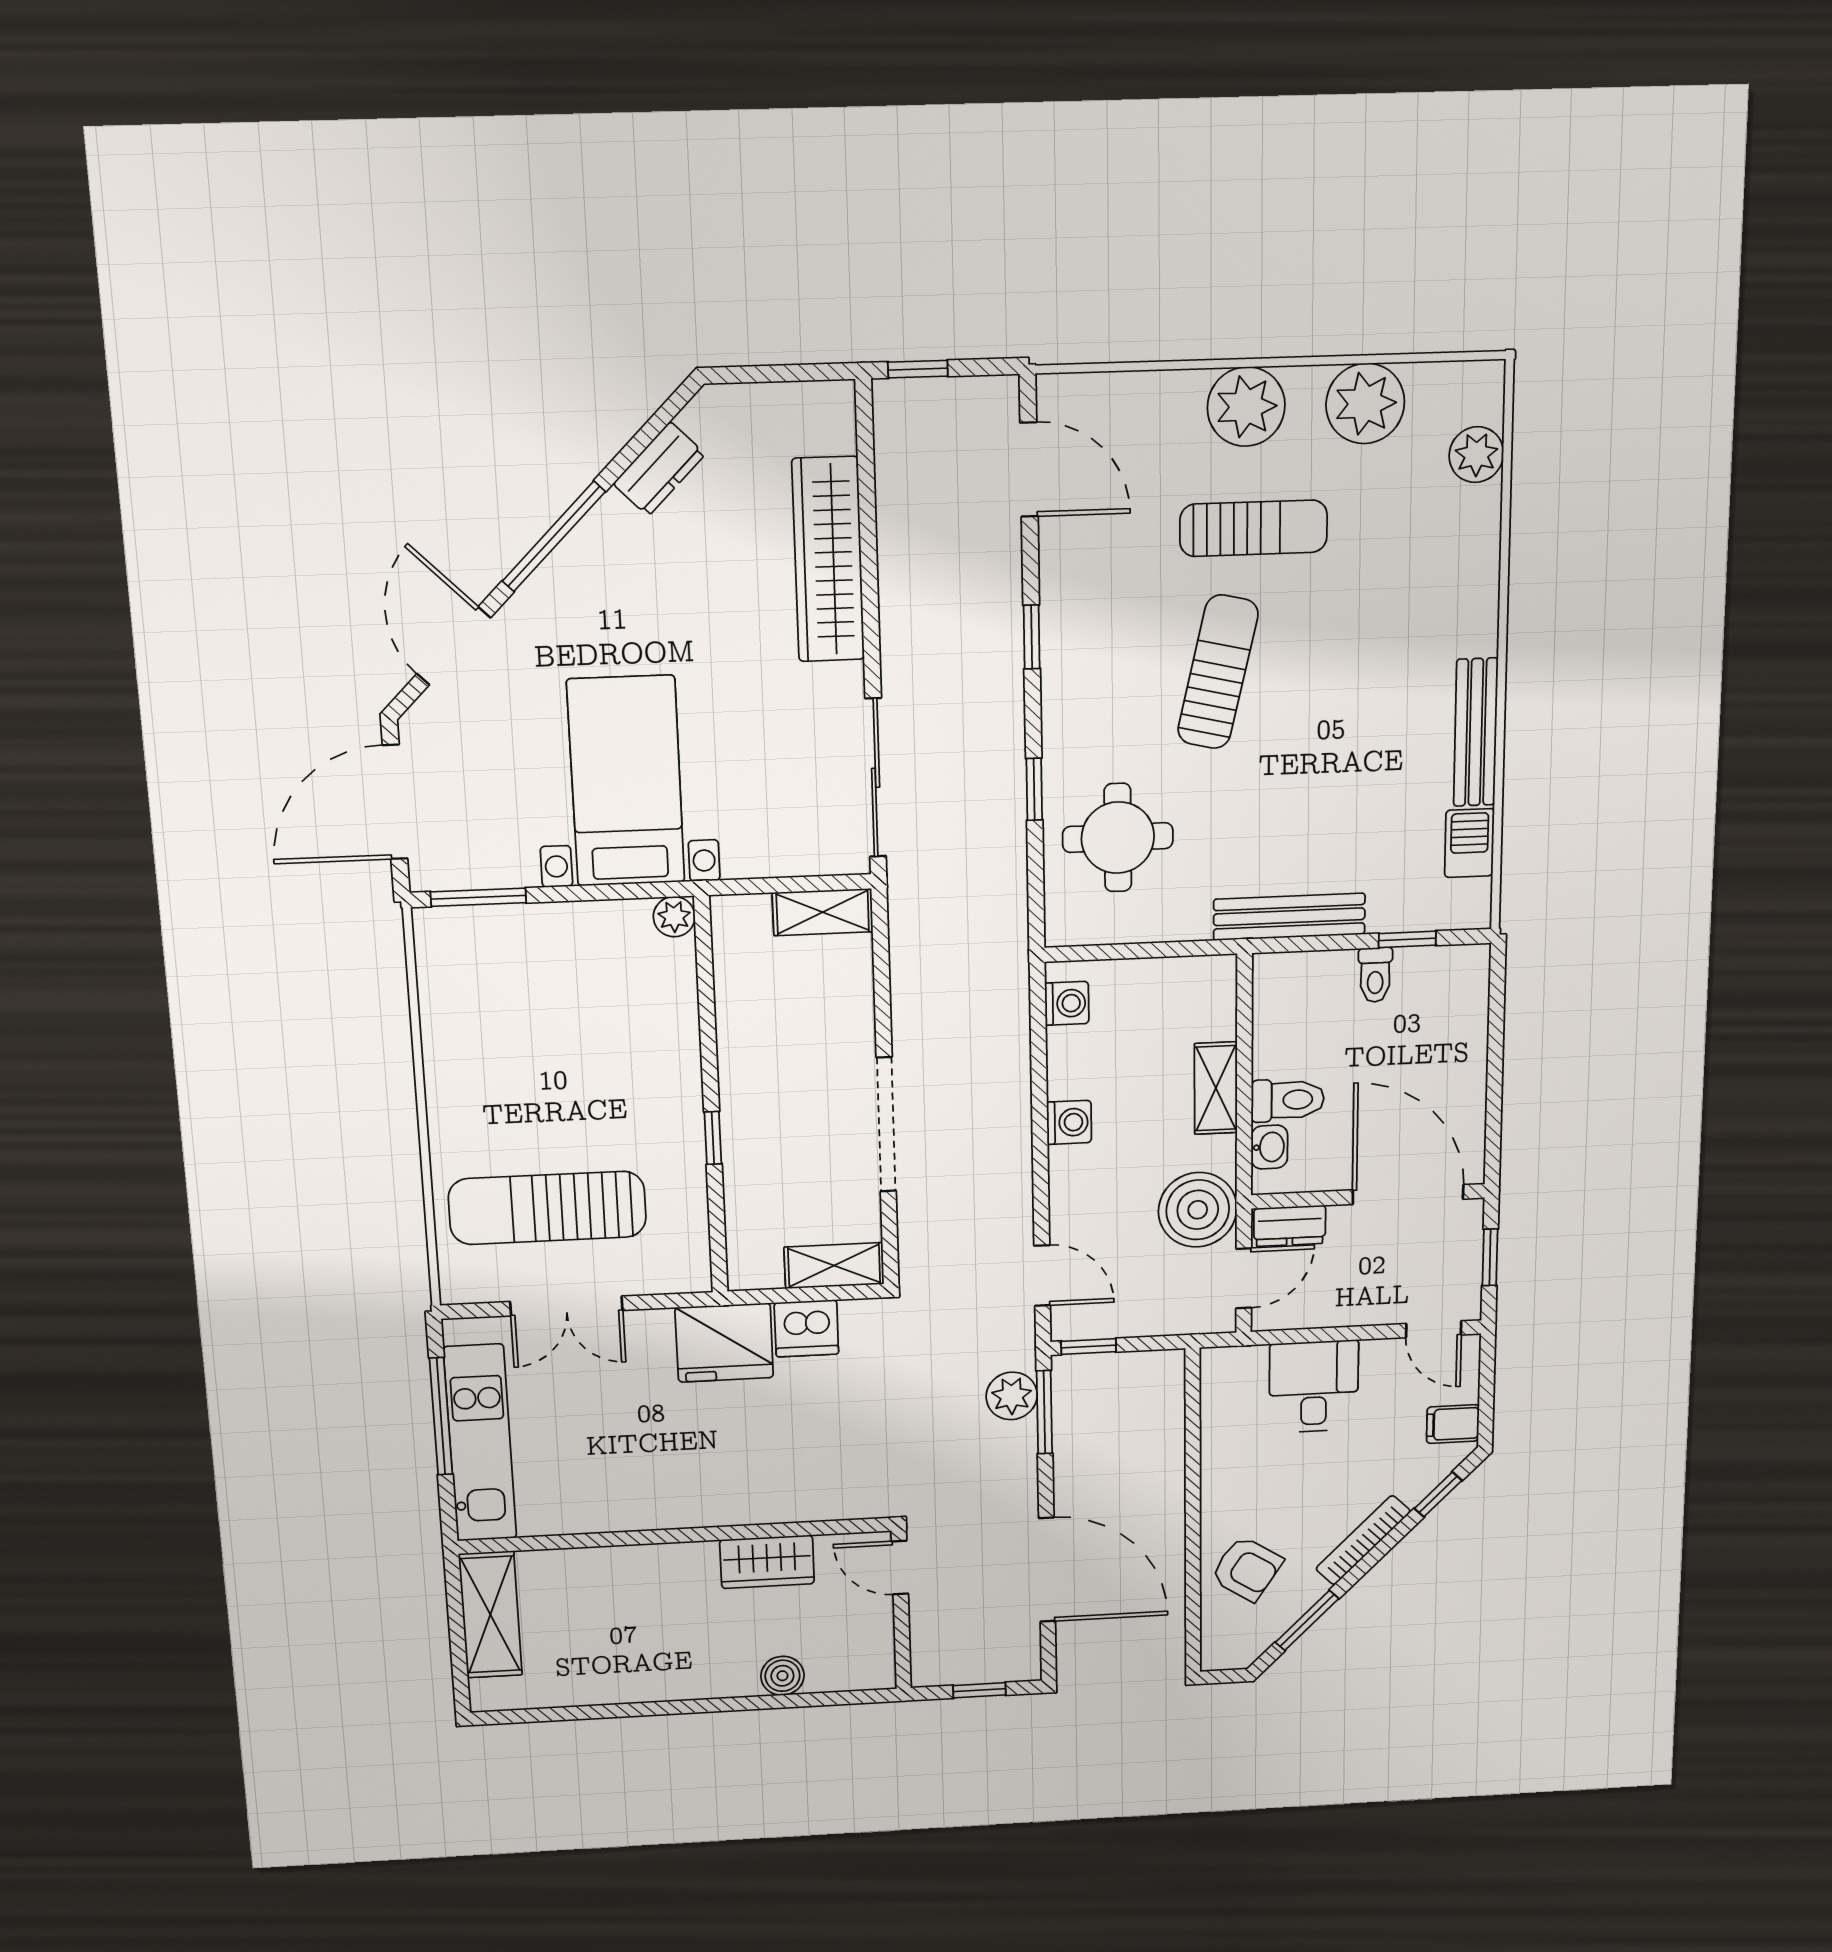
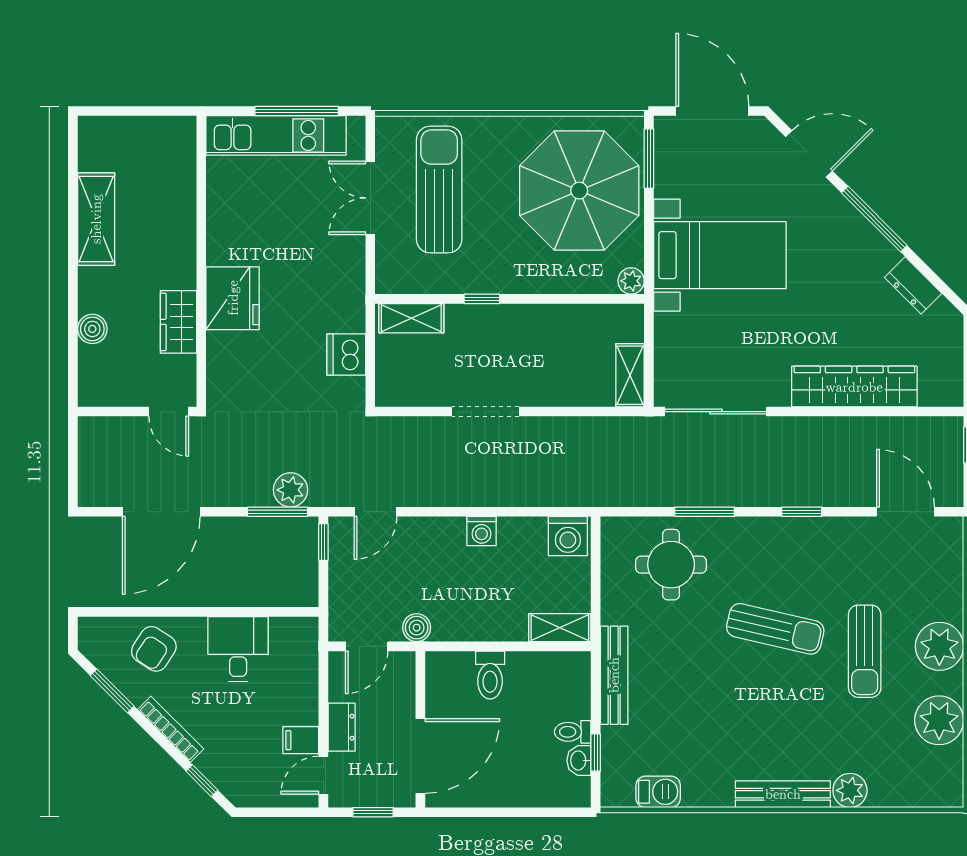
plant: (1476, 455) -> (850, 790), moved
door: (1029, 469) -> (905, 512), swing flipped
bench: (1476, 732) -> (783, 794), moved
window: (1034, 789) -> (705, 512), width x1.50
parasol: (536, 1001) -> (579, 191), added
washing machine: (1067, 1003) -> (568, 536), width x1.38, depth x1.38
shelving: (1216, 1088) -> (560, 628), moved
doorway: (886, 1125) -> (486, 412), width x0.73
washbasin: (1269, 1147) -> (579, 760), moved, turned 90
boiler: (1198, 1210) -> (417, 628), width x0.54, depth x0.54
dresser: (1290, 1226) -> (342, 727), moved, turned 180
shelving: (834, 1266) -> (411, 318), moved, turned 90
door: (1244, 1278) -> (367, 646), hinge flipped
fridge: (724, 1343) -> (233, 298), moved, turned 180
desk: (1314, 1387) -> (238, 649), moved, turned -90
filing cabinet: (1453, 1424) -> (301, 740), moved, turned -90
door: (900, 1568) -> (169, 412), swing flipped
shelving: (490, 1615) -> (96, 219), moved, turned 90
window: (979, 1690) -> (73, 464), removed

